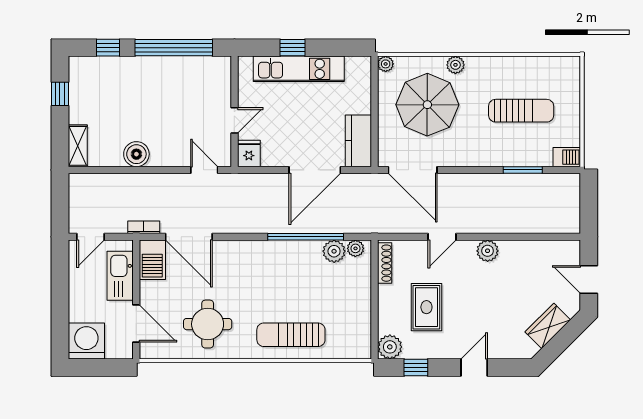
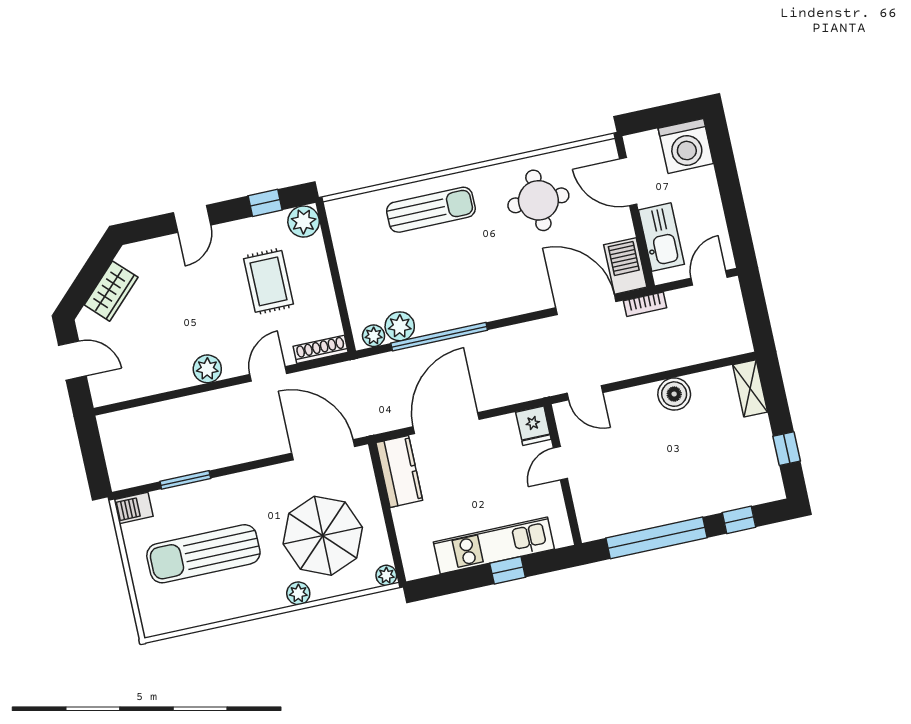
sun lounger: (521, 111) -> (203, 554), width x1.36, depth x1.34
shoe rack: (385, 263) -> (321, 349), moved, turned 90

